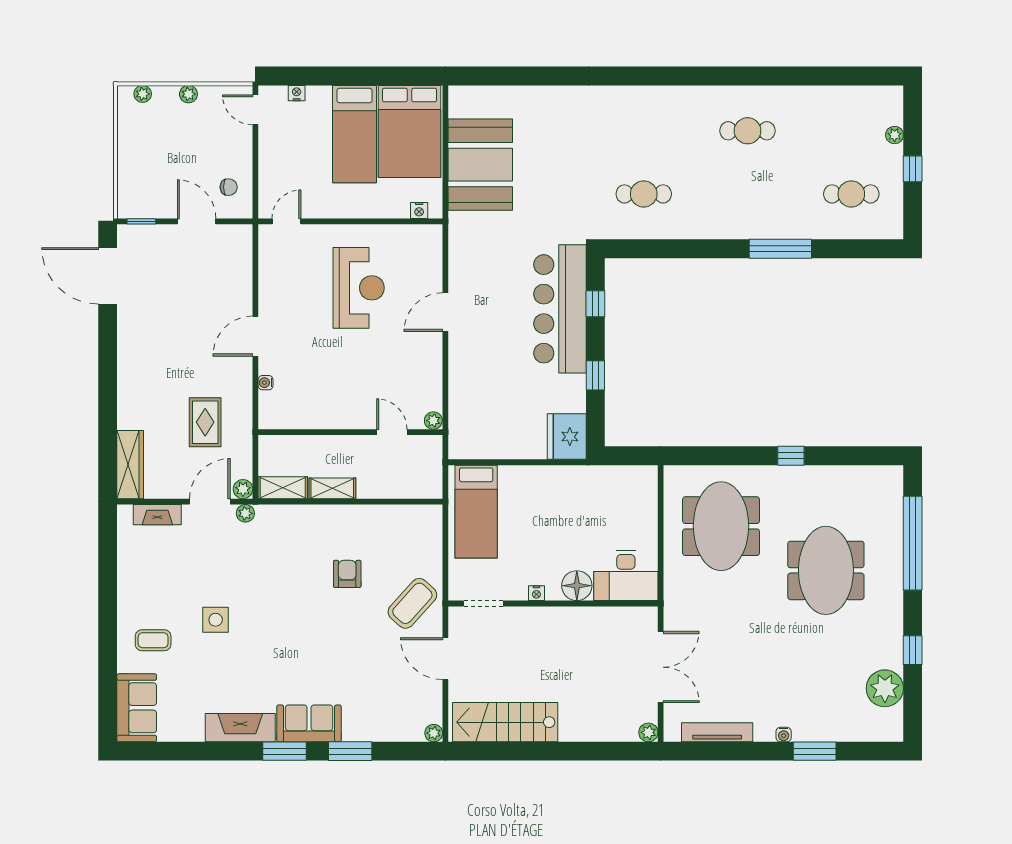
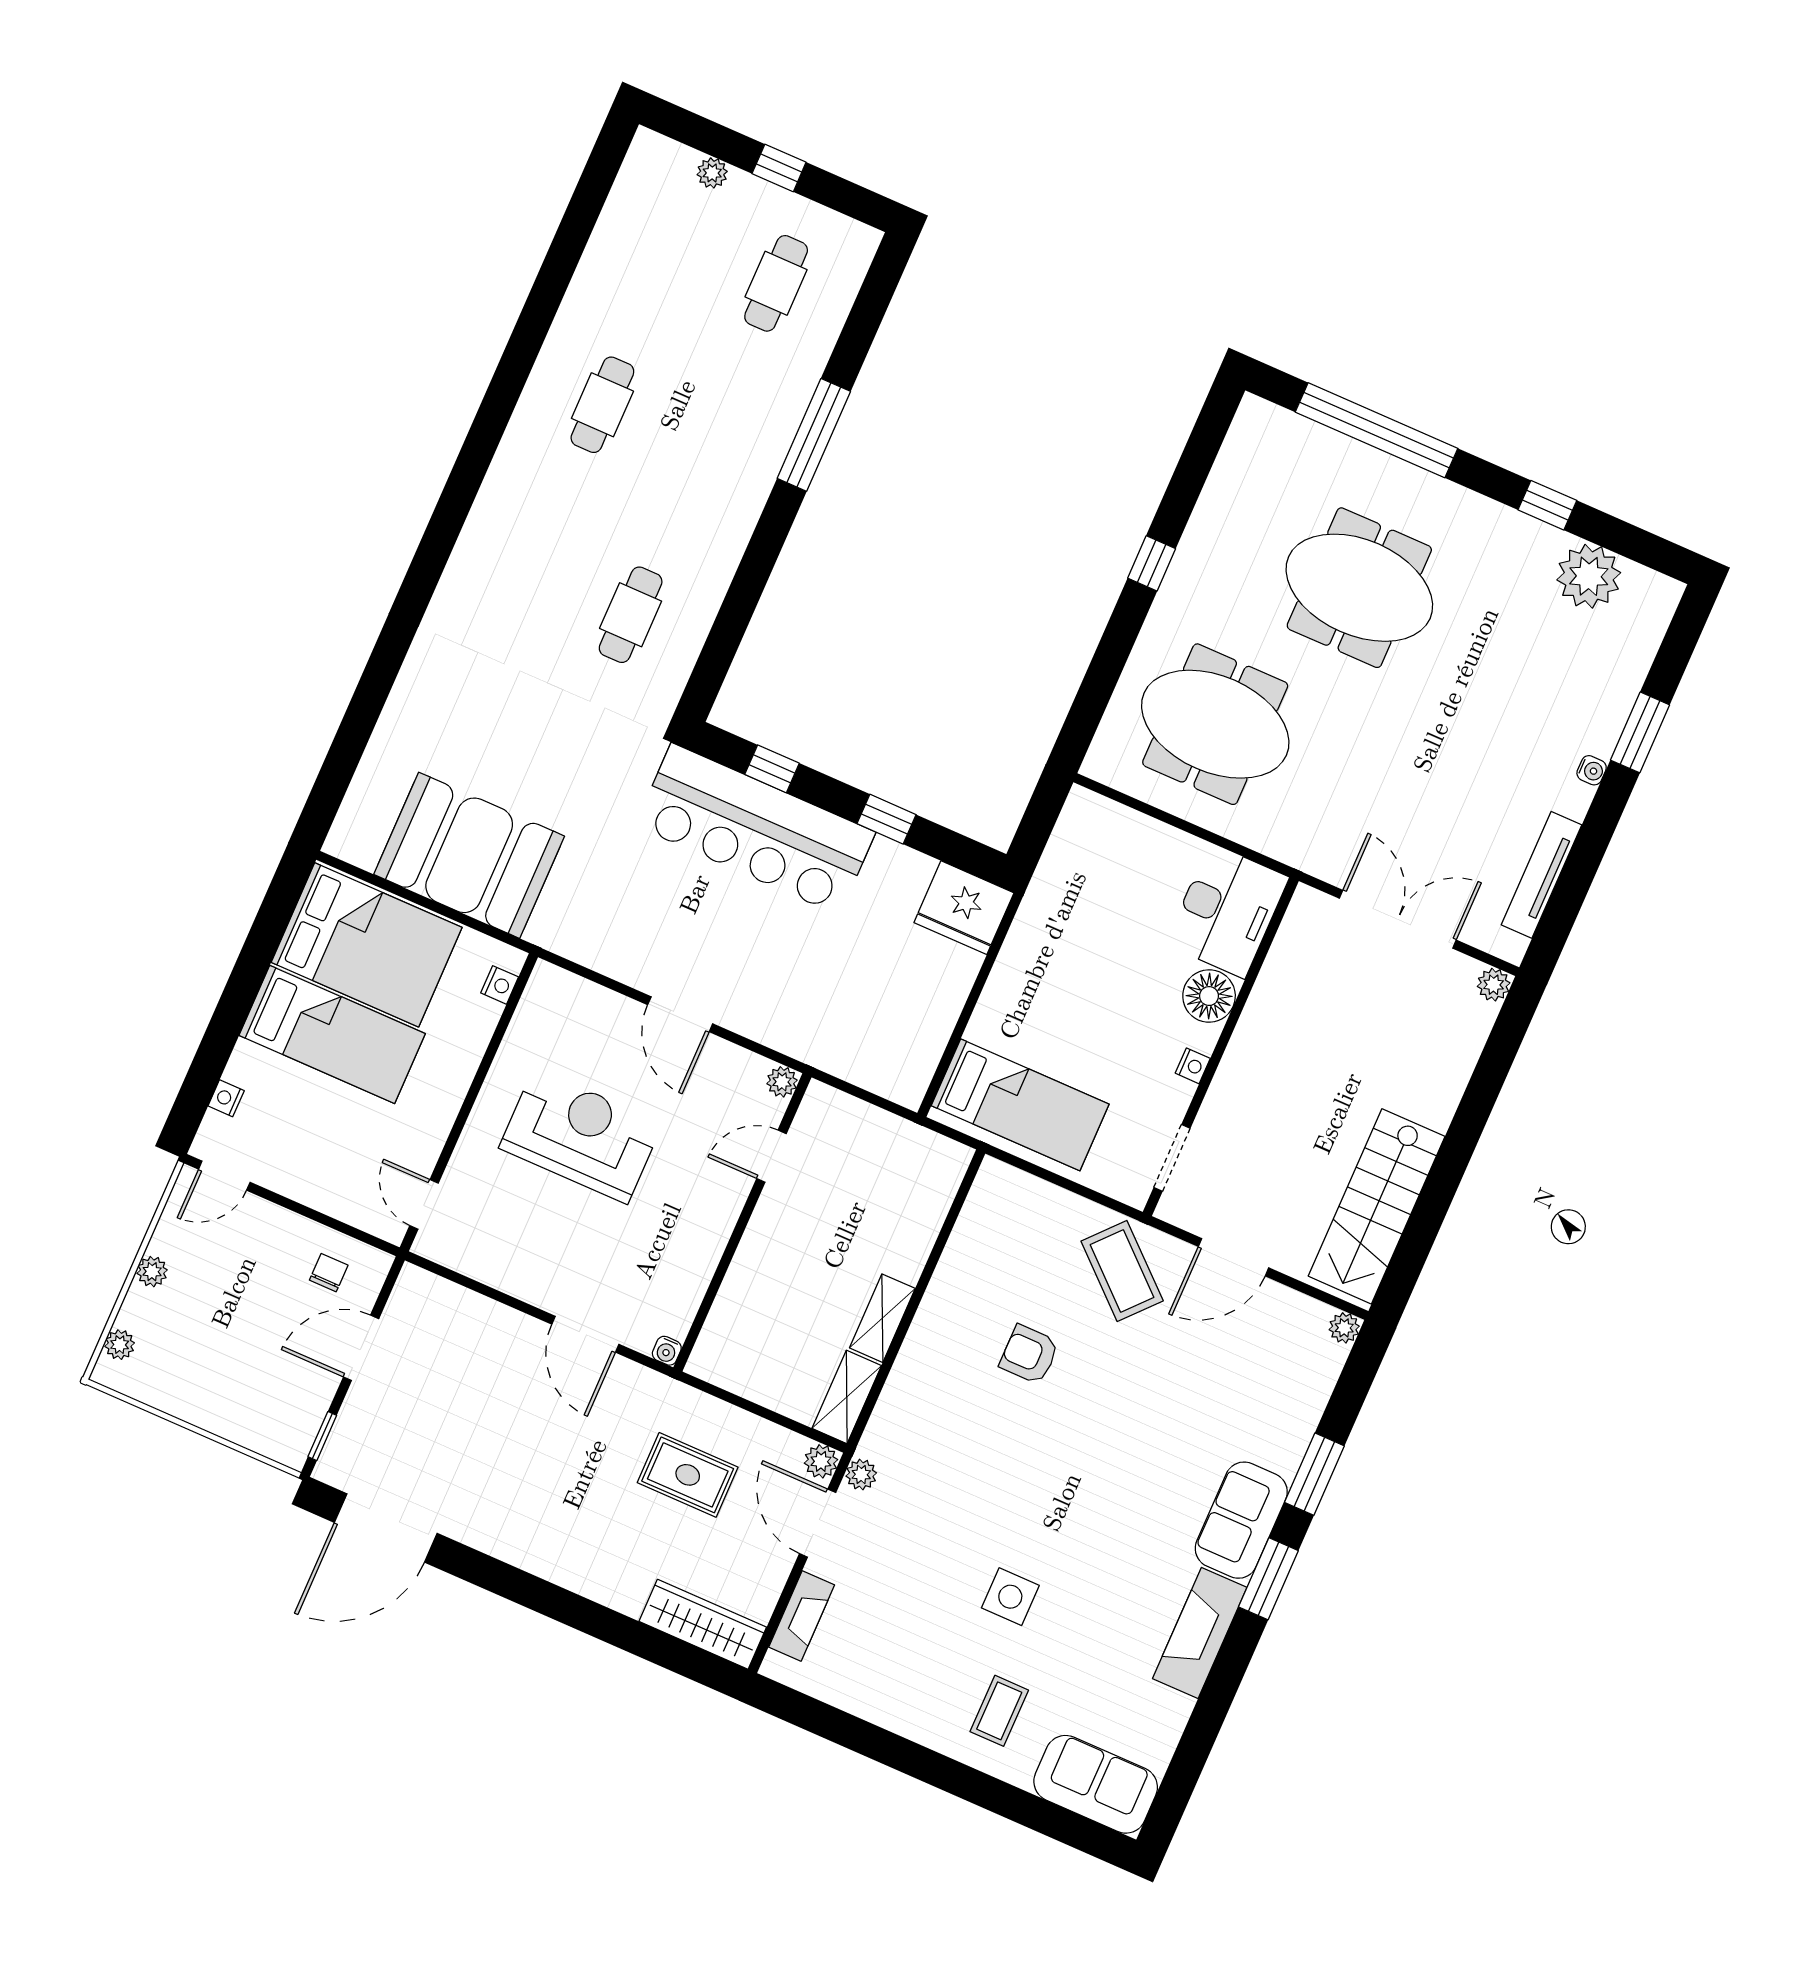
plant: (433, 421) -> (782, 1082), moved
wall: (350, 432) -> (742, 1222), moved
door: (392, 432) -> (771, 1156), moved

